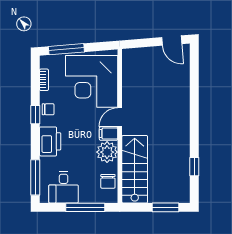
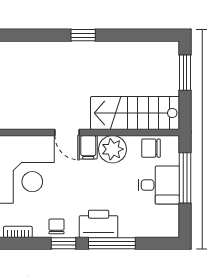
window: (194, 167) -> (83, 35), moved
window: (35, 177) -> (112, 243), moved
chair: (108, 181) -> (151, 148), turned 180
desk: (64, 187) -> (159, 185), moved

